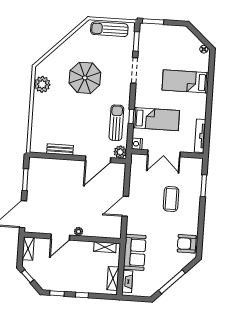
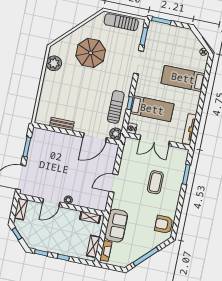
parasol: (85, 78) -> (91, 53), moved

